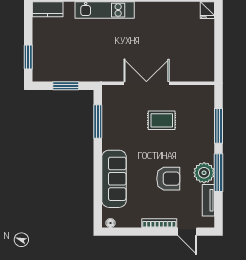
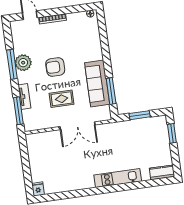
window: (219, 126) -> (18, 111), moved
sofa: (114, 179) -> (97, 83), moved
armchair: (168, 179) -> (55, 67), moved
tv unit: (208, 200) -> (24, 96), moved

